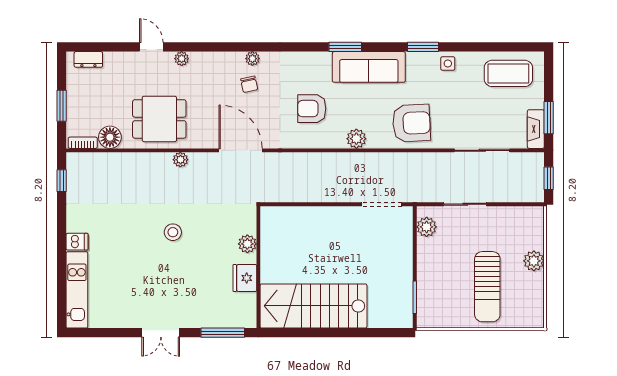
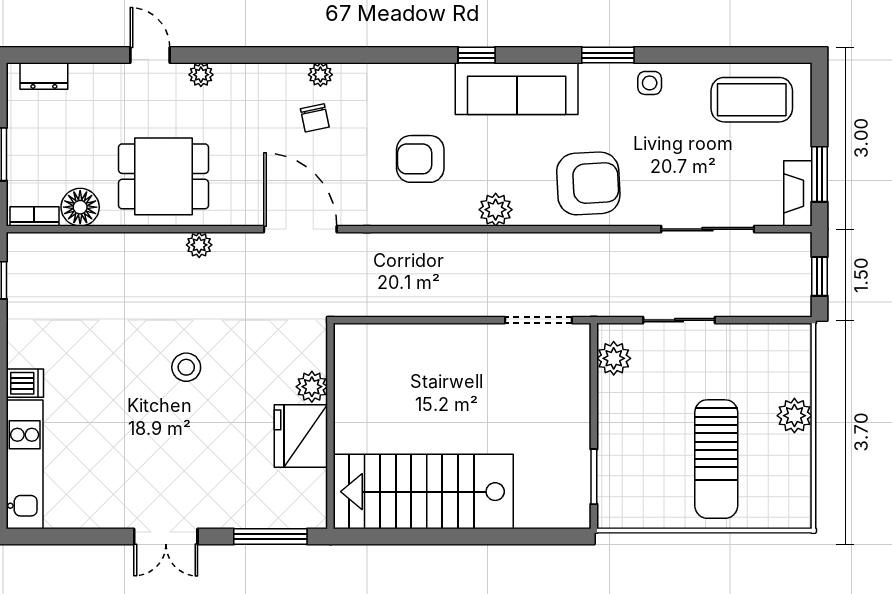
window: (345, 47) -> (477, 55), width x0.67
fridge: (245, 278) -> (301, 436), width x1.36, depth x1.34

